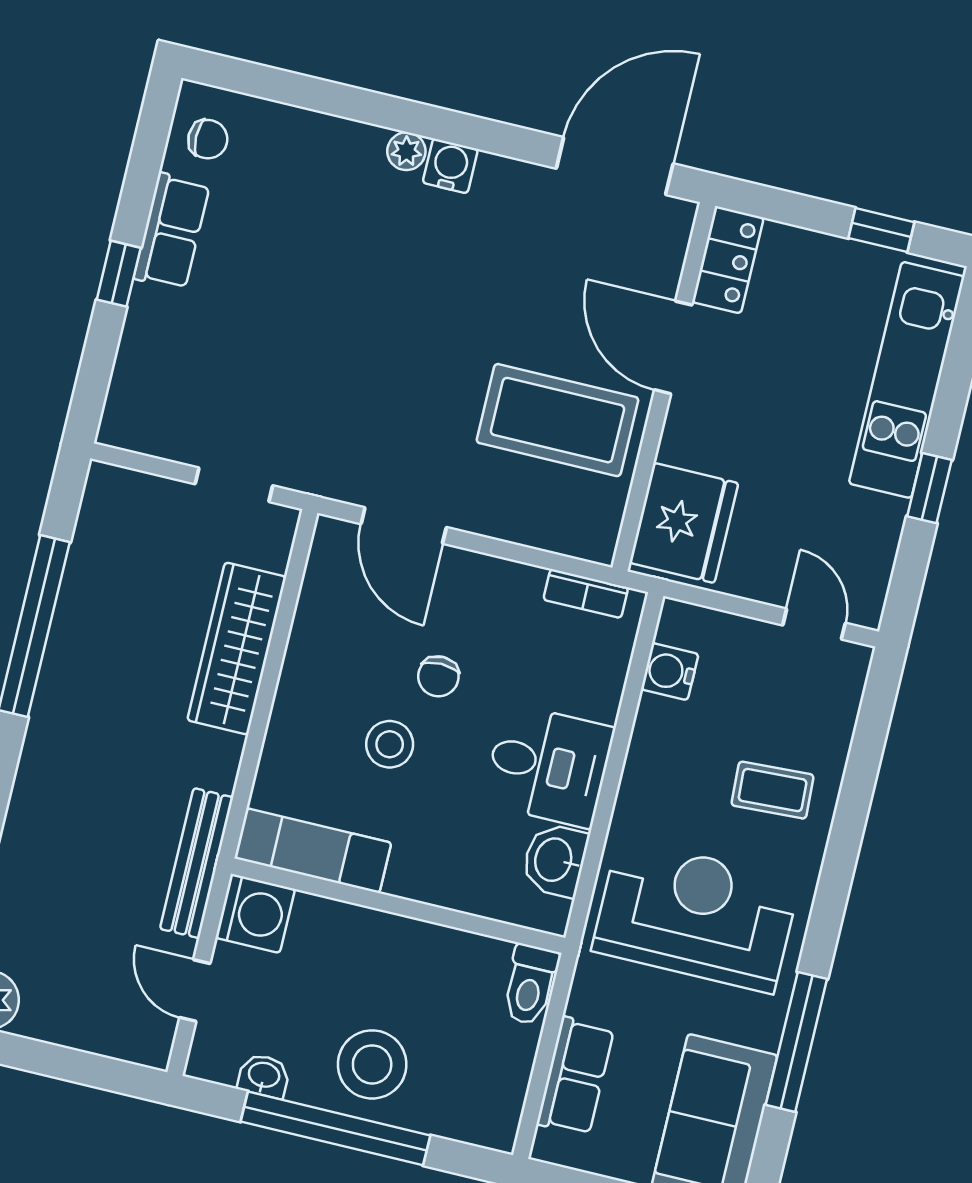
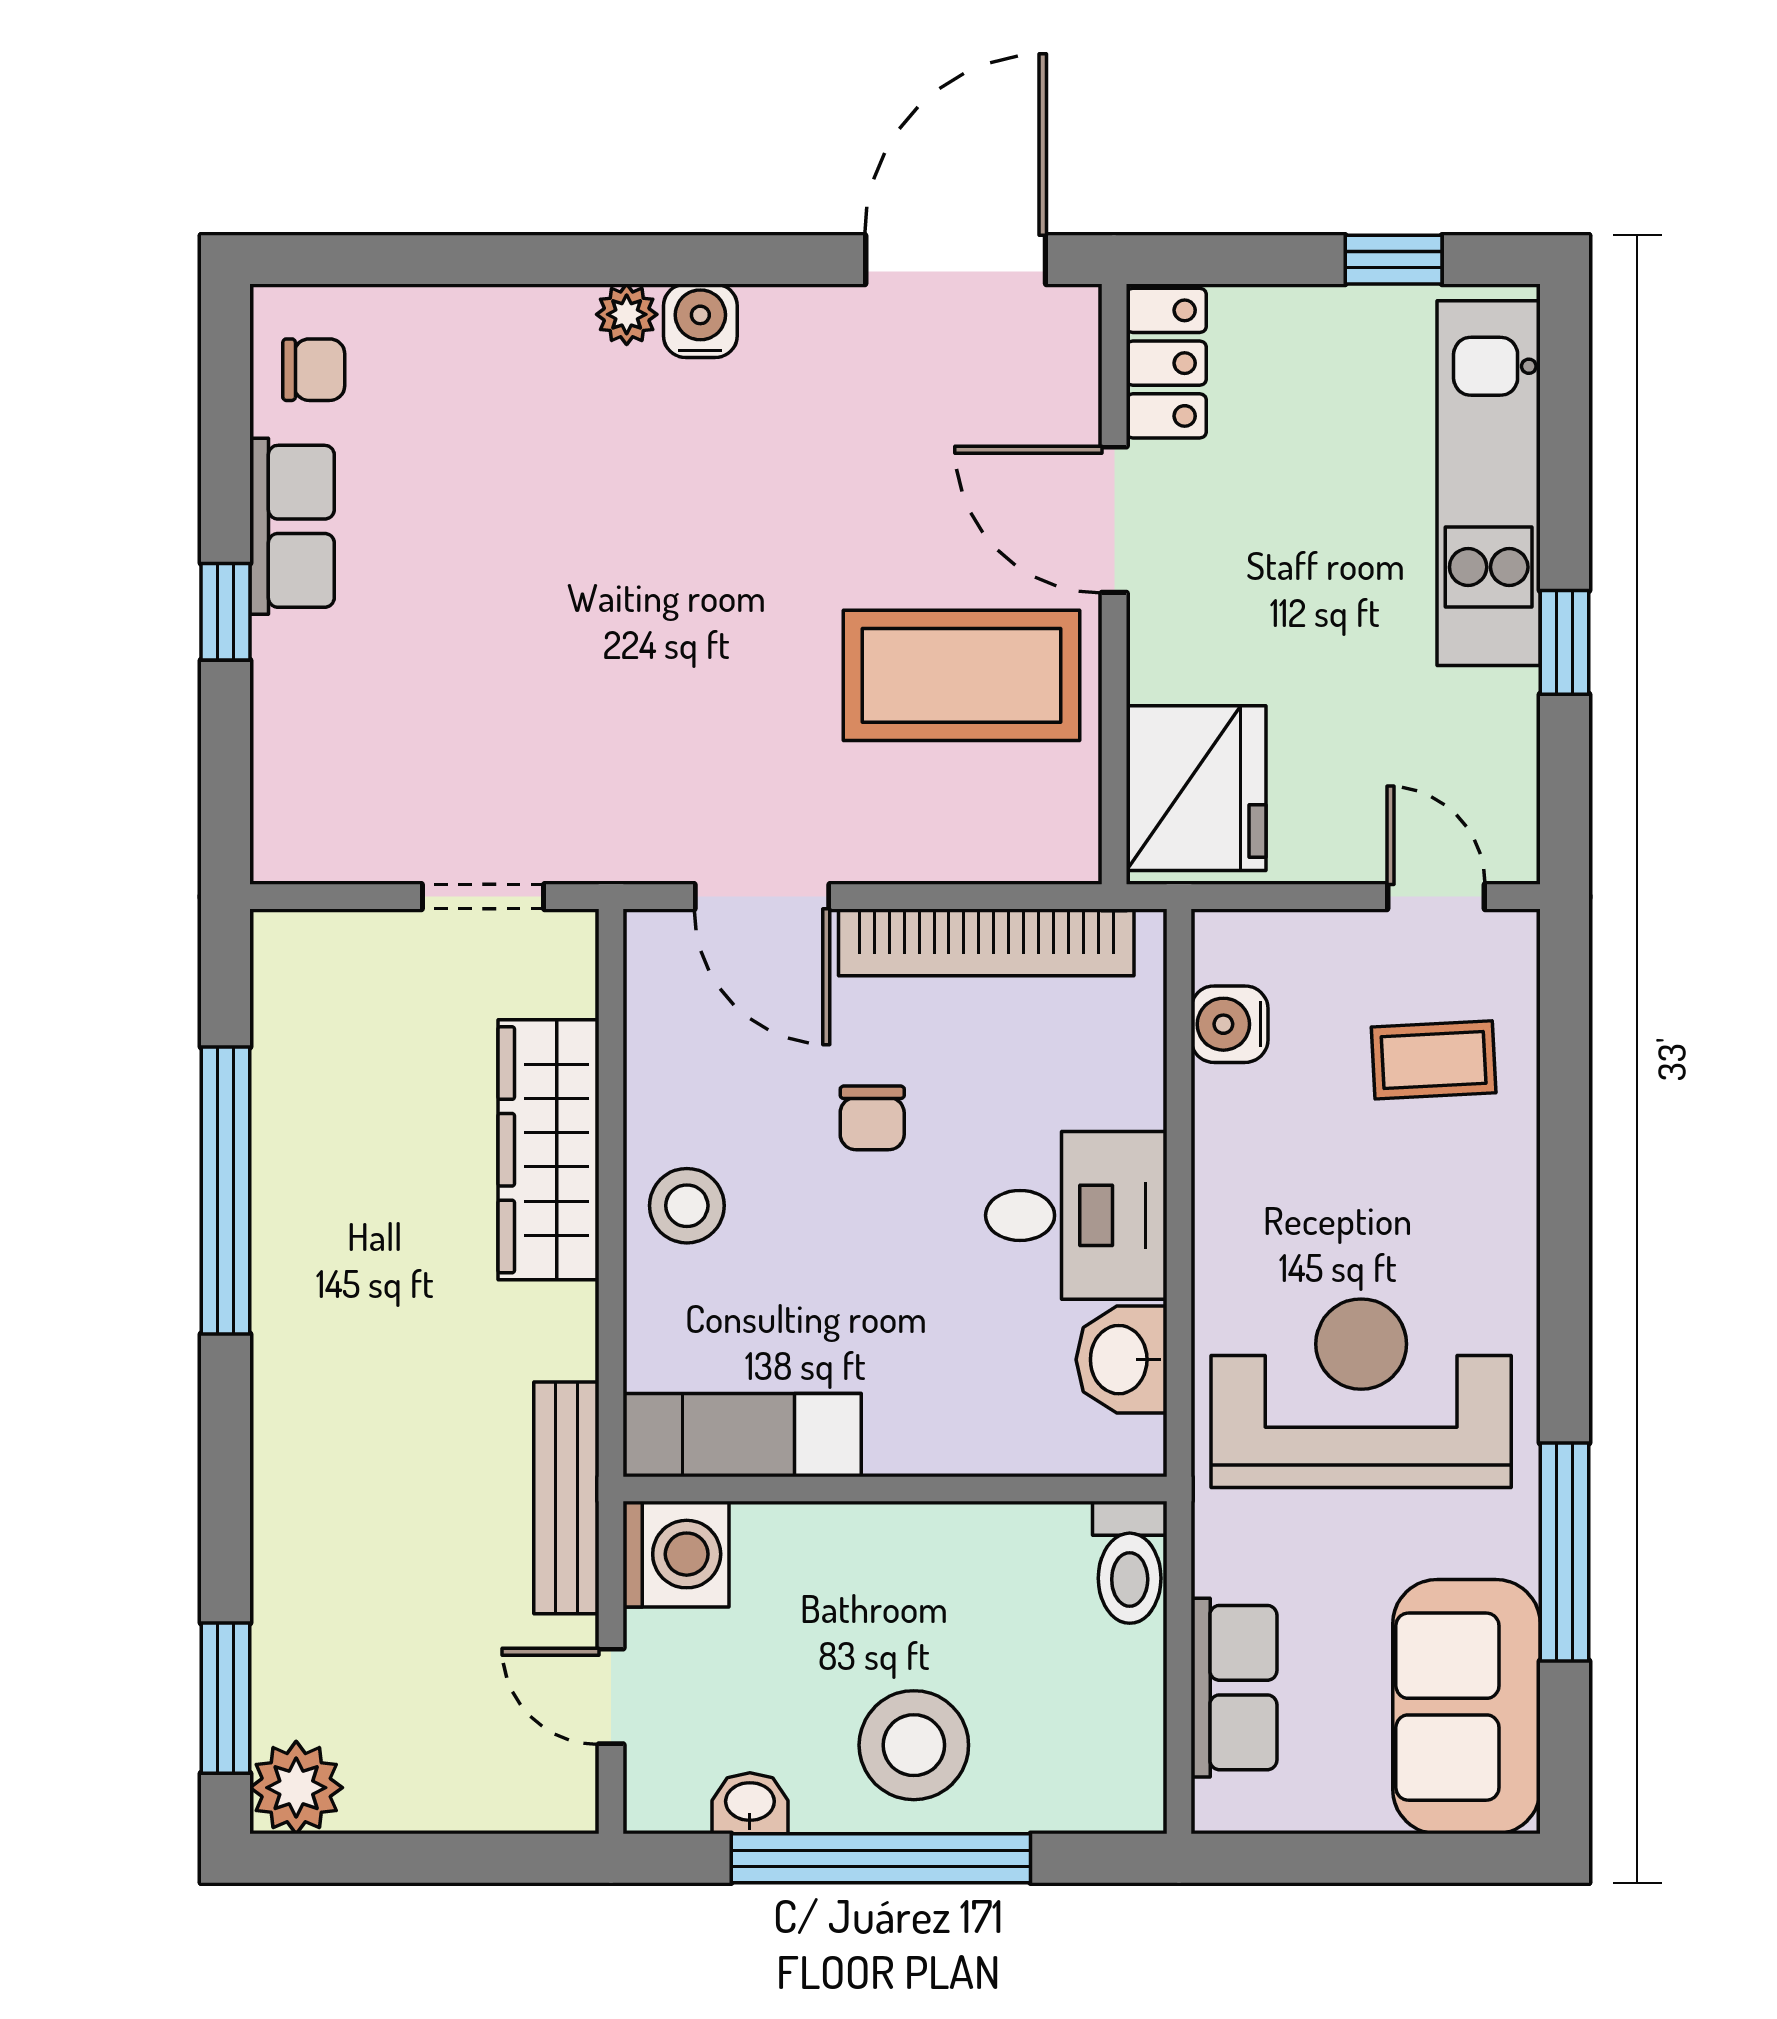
bookcase: (586, 594) -> (986, 942), width x2.31, depth x1.31
stool: (390, 744) -> (687, 1206), moved
coffee table: (773, 790) -> (1434, 1060), moved

